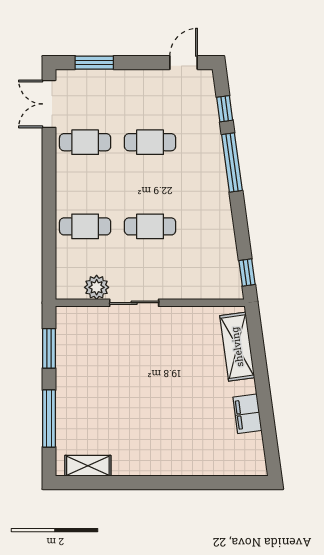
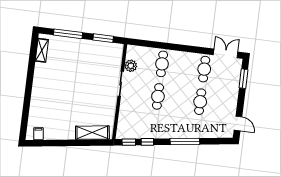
window: (225, 109) -> (147, 142), moved
filing cabinet: (247, 414) -> (38, 134), moved, width x0.50

